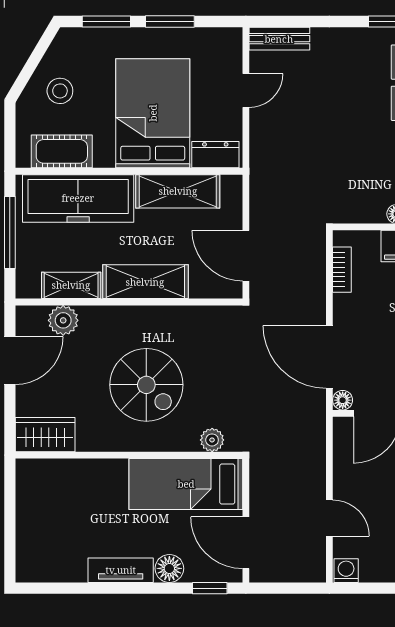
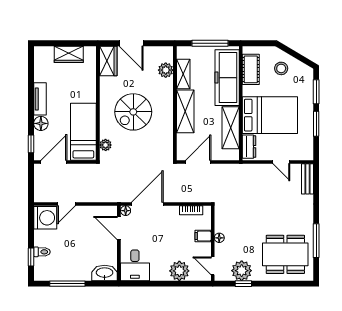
door: (10, 361) -> (131, 43), moved
wardrobe: (32, 513) -> (69, 54), added
washing machine: (346, 571) -> (45, 218), width x1.89, depth x1.89

